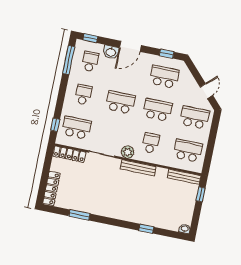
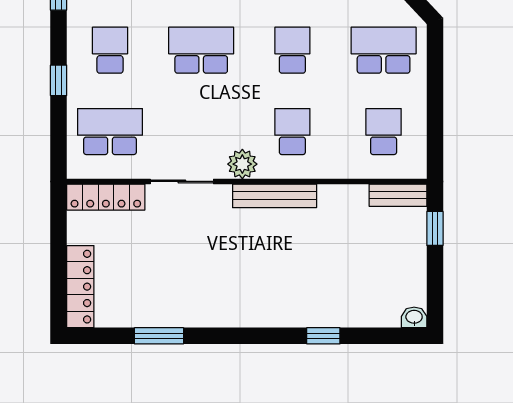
school desk: (157, 110) -> (292, 50), width x0.54
window: (55, 125) -> (59, 80), moved
school desk: (188, 151) -> (384, 132), width x0.54
bench: (184, 177) -> (398, 195), width x0.73

